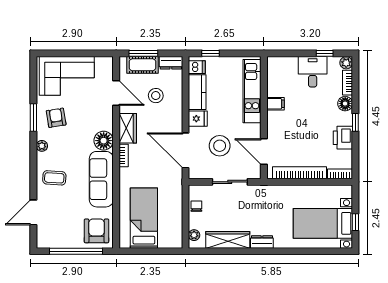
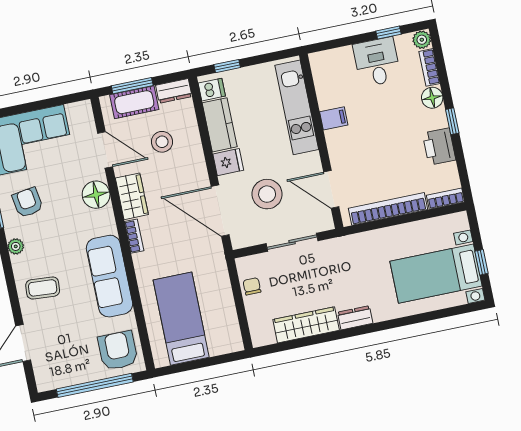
floor lamp: (104, 141) -> (96, 195), moved
plant: (194, 235) -> (257, 328), removed

